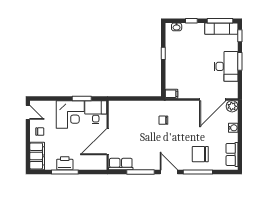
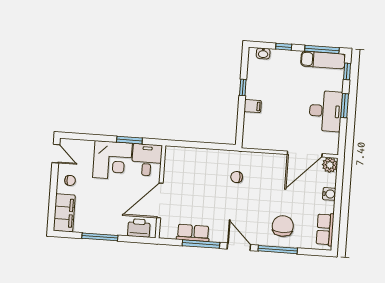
filing cabinet: (172, 94) -> (253, 106), moved
chair: (200, 154) -> (283, 226), turned 90
printer: (65, 163) -> (139, 228), moved
row of seats: (121, 164) -> (193, 233), moved

